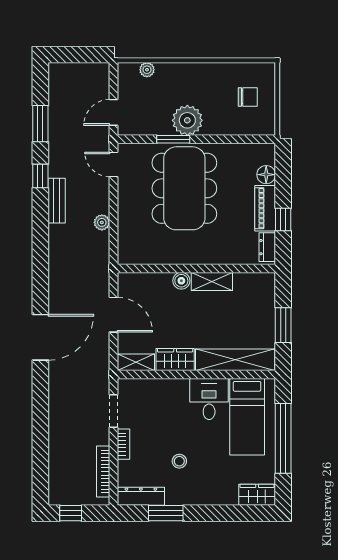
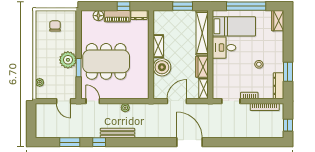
door: (114, 164) -> (93, 101), swing flipped
bench: (57, 201) -> (117, 133), width x1.36
boiler: (181, 281) -> (162, 67), width x1.86, depth x1.86

